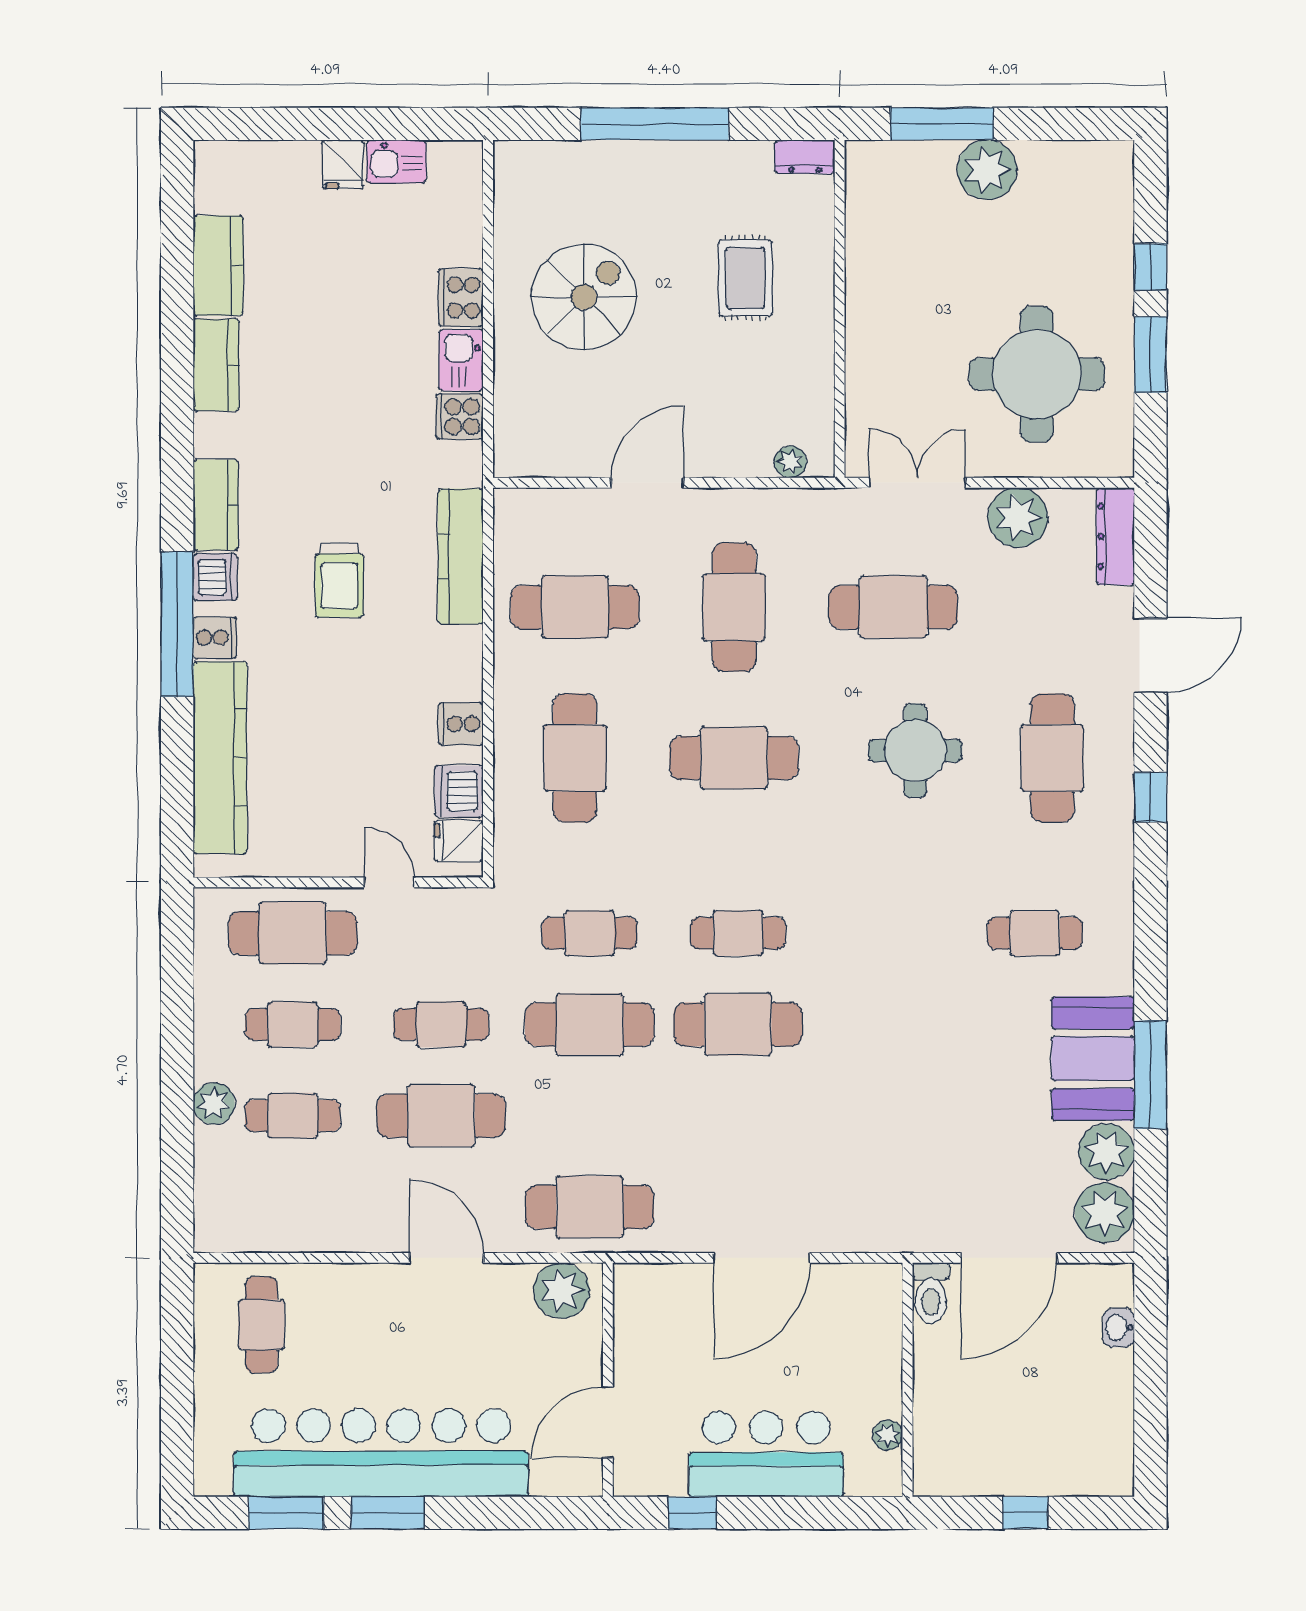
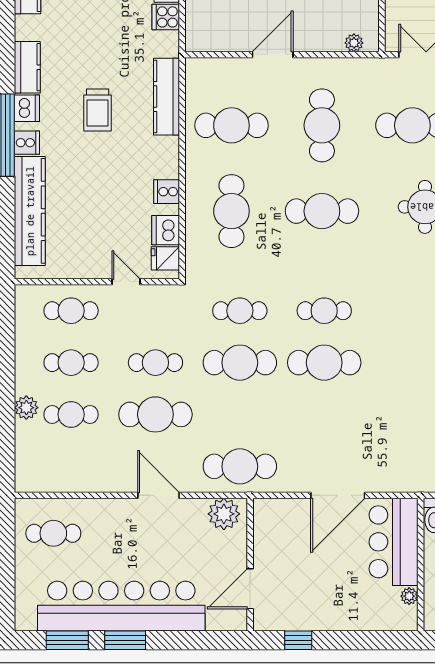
cafe table: (293, 933) -> (71, 311), width x0.73, depth x0.74
cafe table: (261, 1325) -> (53, 533), turned 90
bar counter: (766, 1454) -> (393, 542), moved, turned -90

